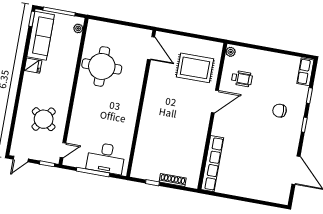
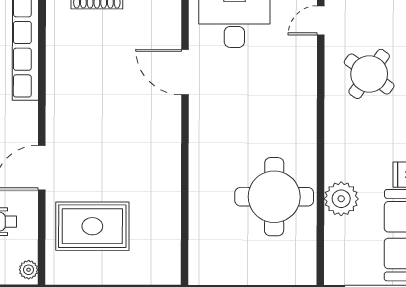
plant: (78, 28) -> (341, 199), moved, width x1.87, depth x1.87
door: (151, 48) -> (185, 72), moved

